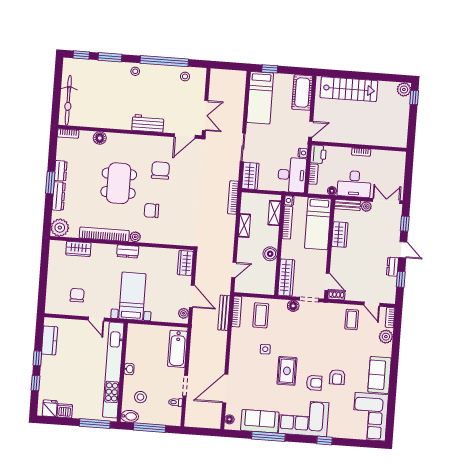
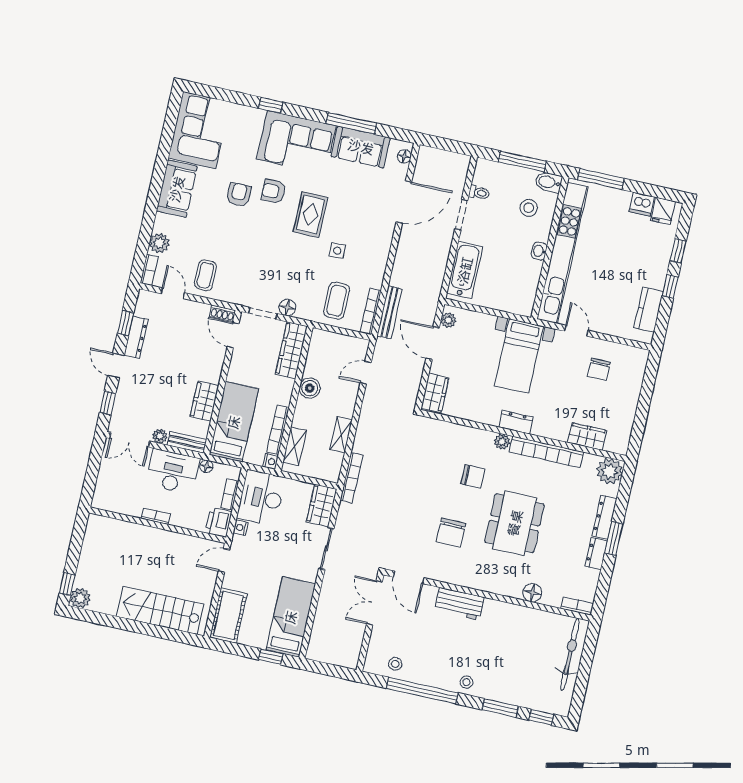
door: (185, 136) -> (409, 577), swing flipped
dresser: (393, 267) -> (136, 337), width x1.44

